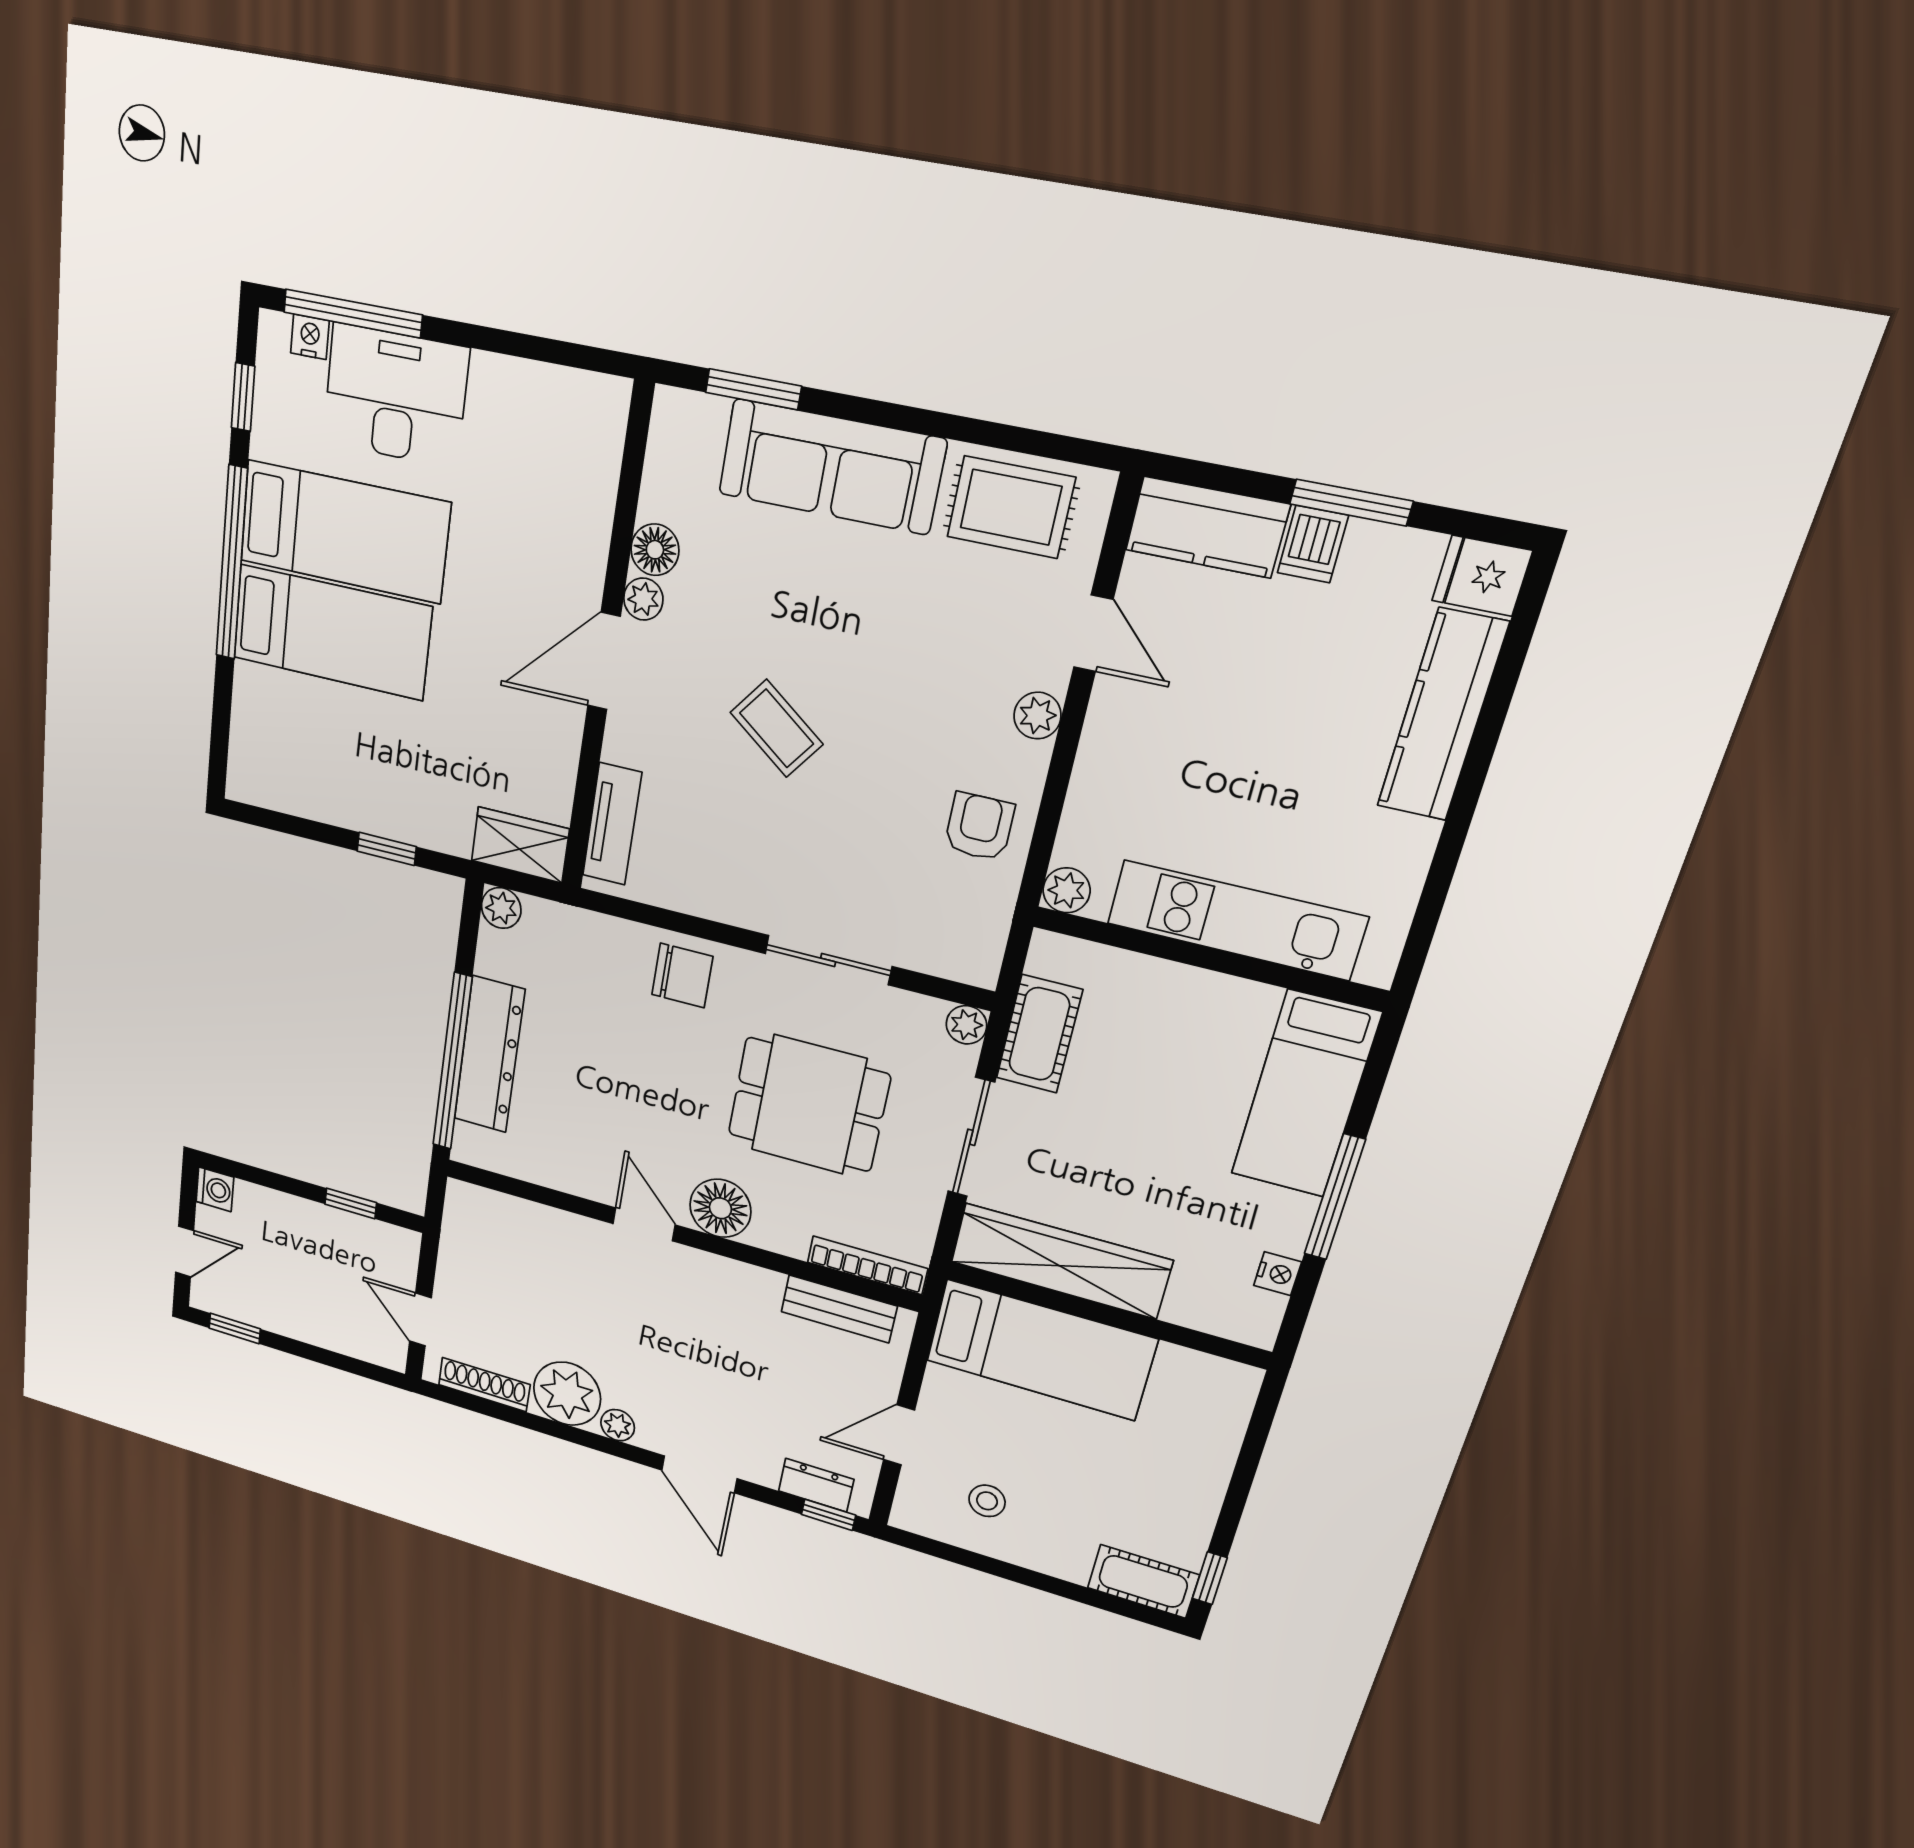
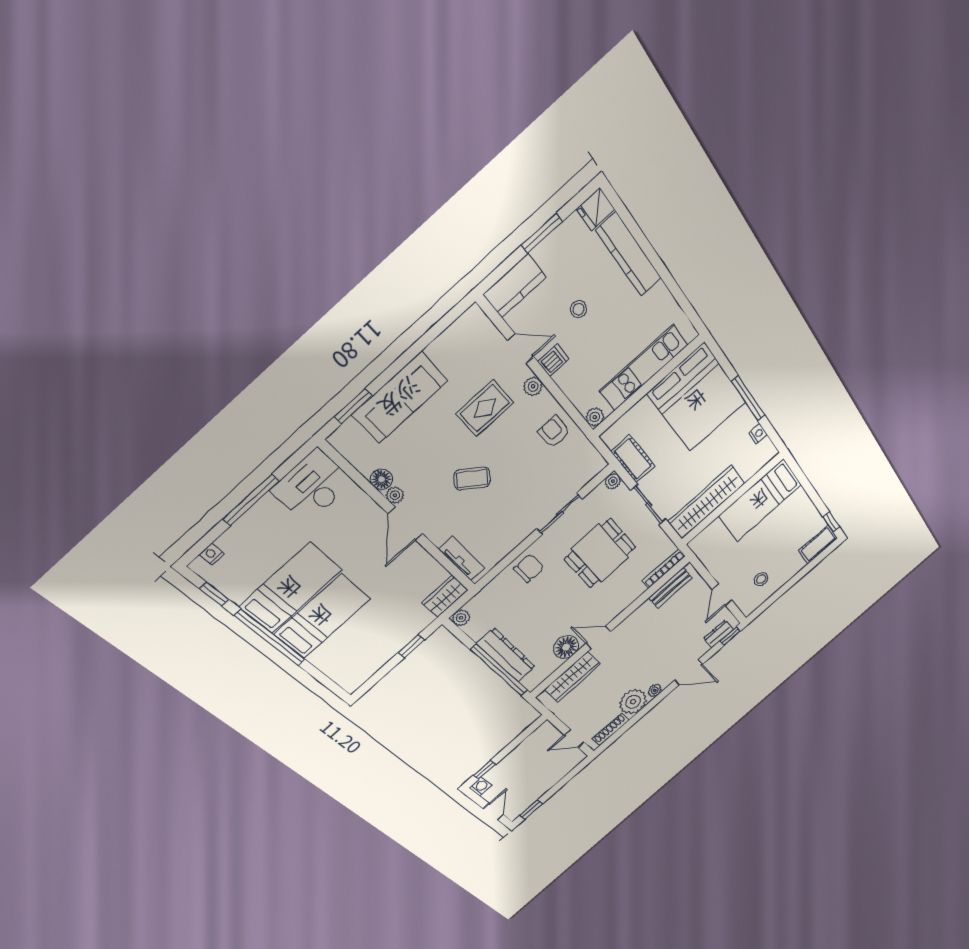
window: (353, 313) -> (251, 500), moved
desk: (395, 396) -> (312, 486), moved
rug: (1011, 507) -> (485, 408), moved
dishwasher: (1313, 544) -> (553, 360), moved, turned -90
stool: (1256, 693) -> (579, 309), added
bed: (1306, 1094) -> (697, 398), width x2.04
window: (351, 1203) -> (484, 770), moved
floor lamp: (720, 1208) -> (566, 647), moved
wardrobe: (535, 1226) -> (573, 677), added
bed: (1041, 1350) -> (760, 500), moved, turned 180

